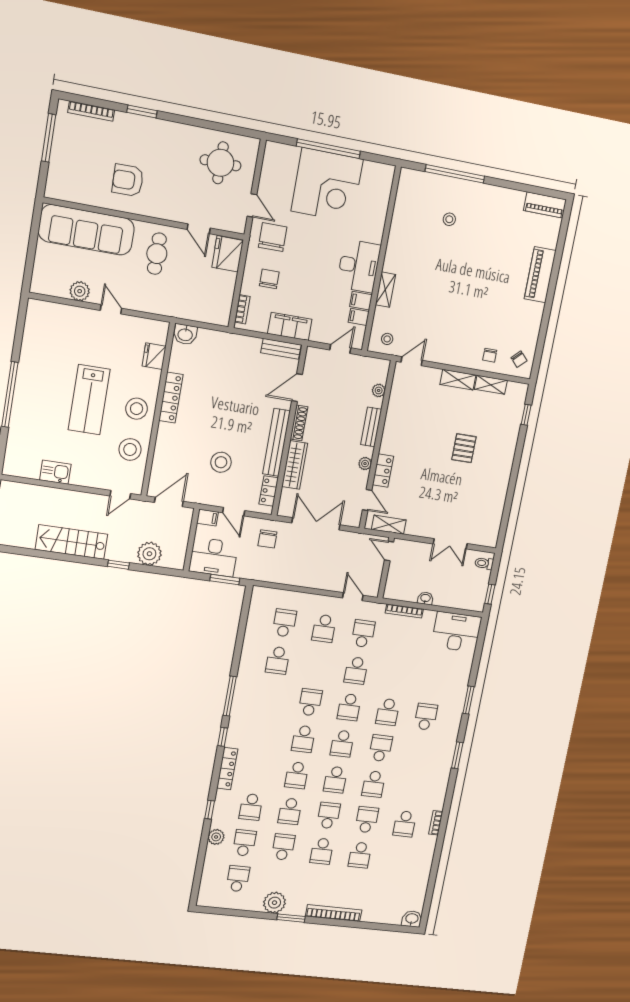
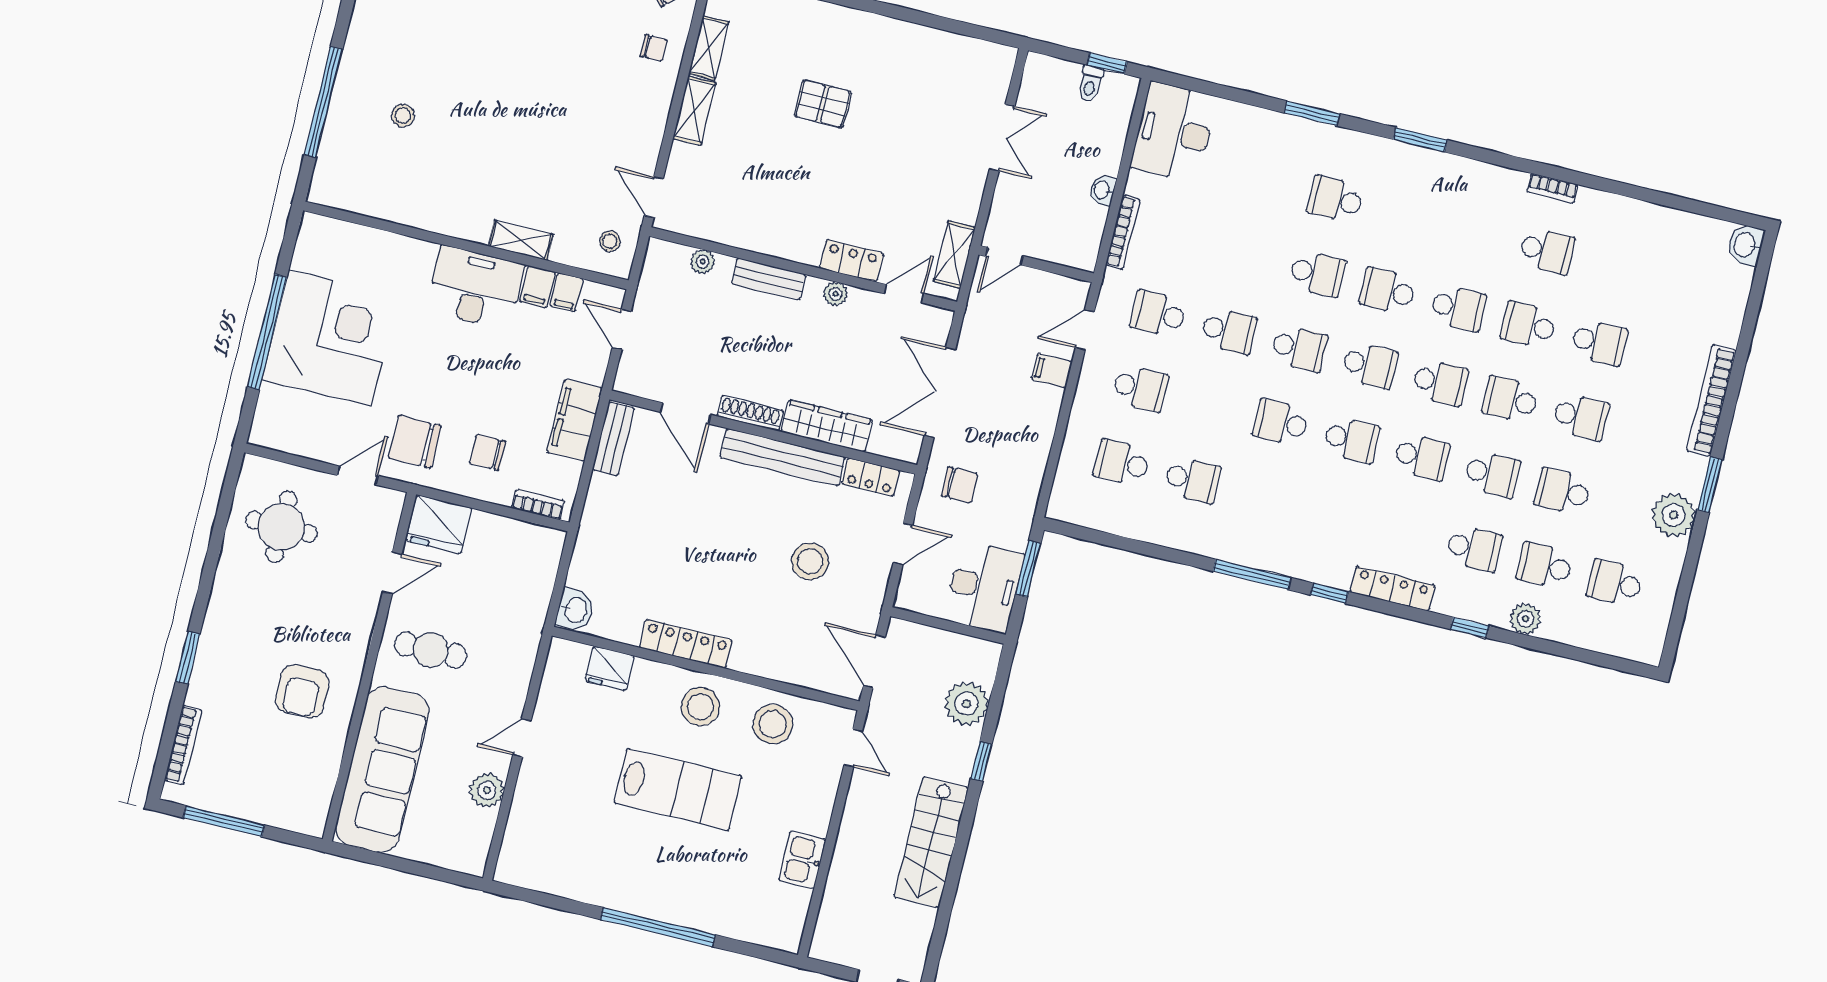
filing cabinet: (207, 518) -> (1052, 371), moved, turned -90
toilet: (484, 563) -> (1090, 84), moved

